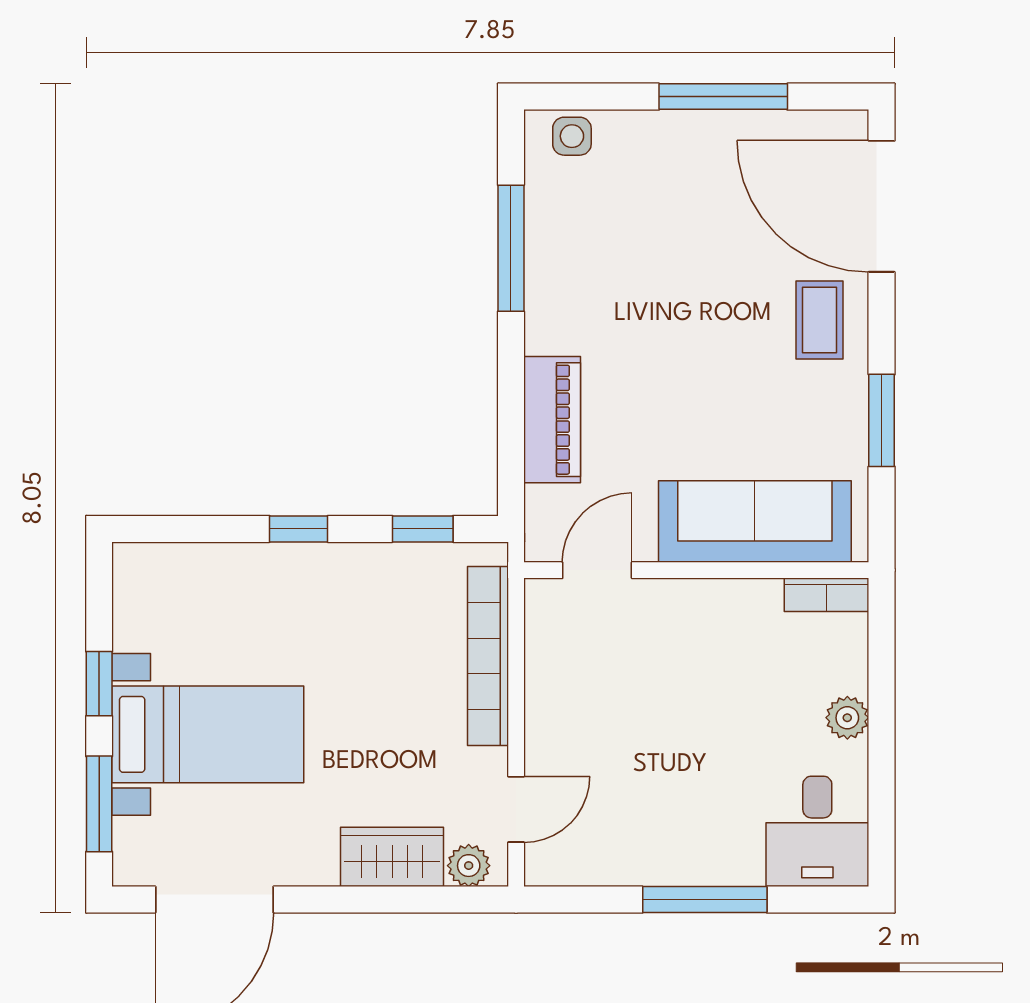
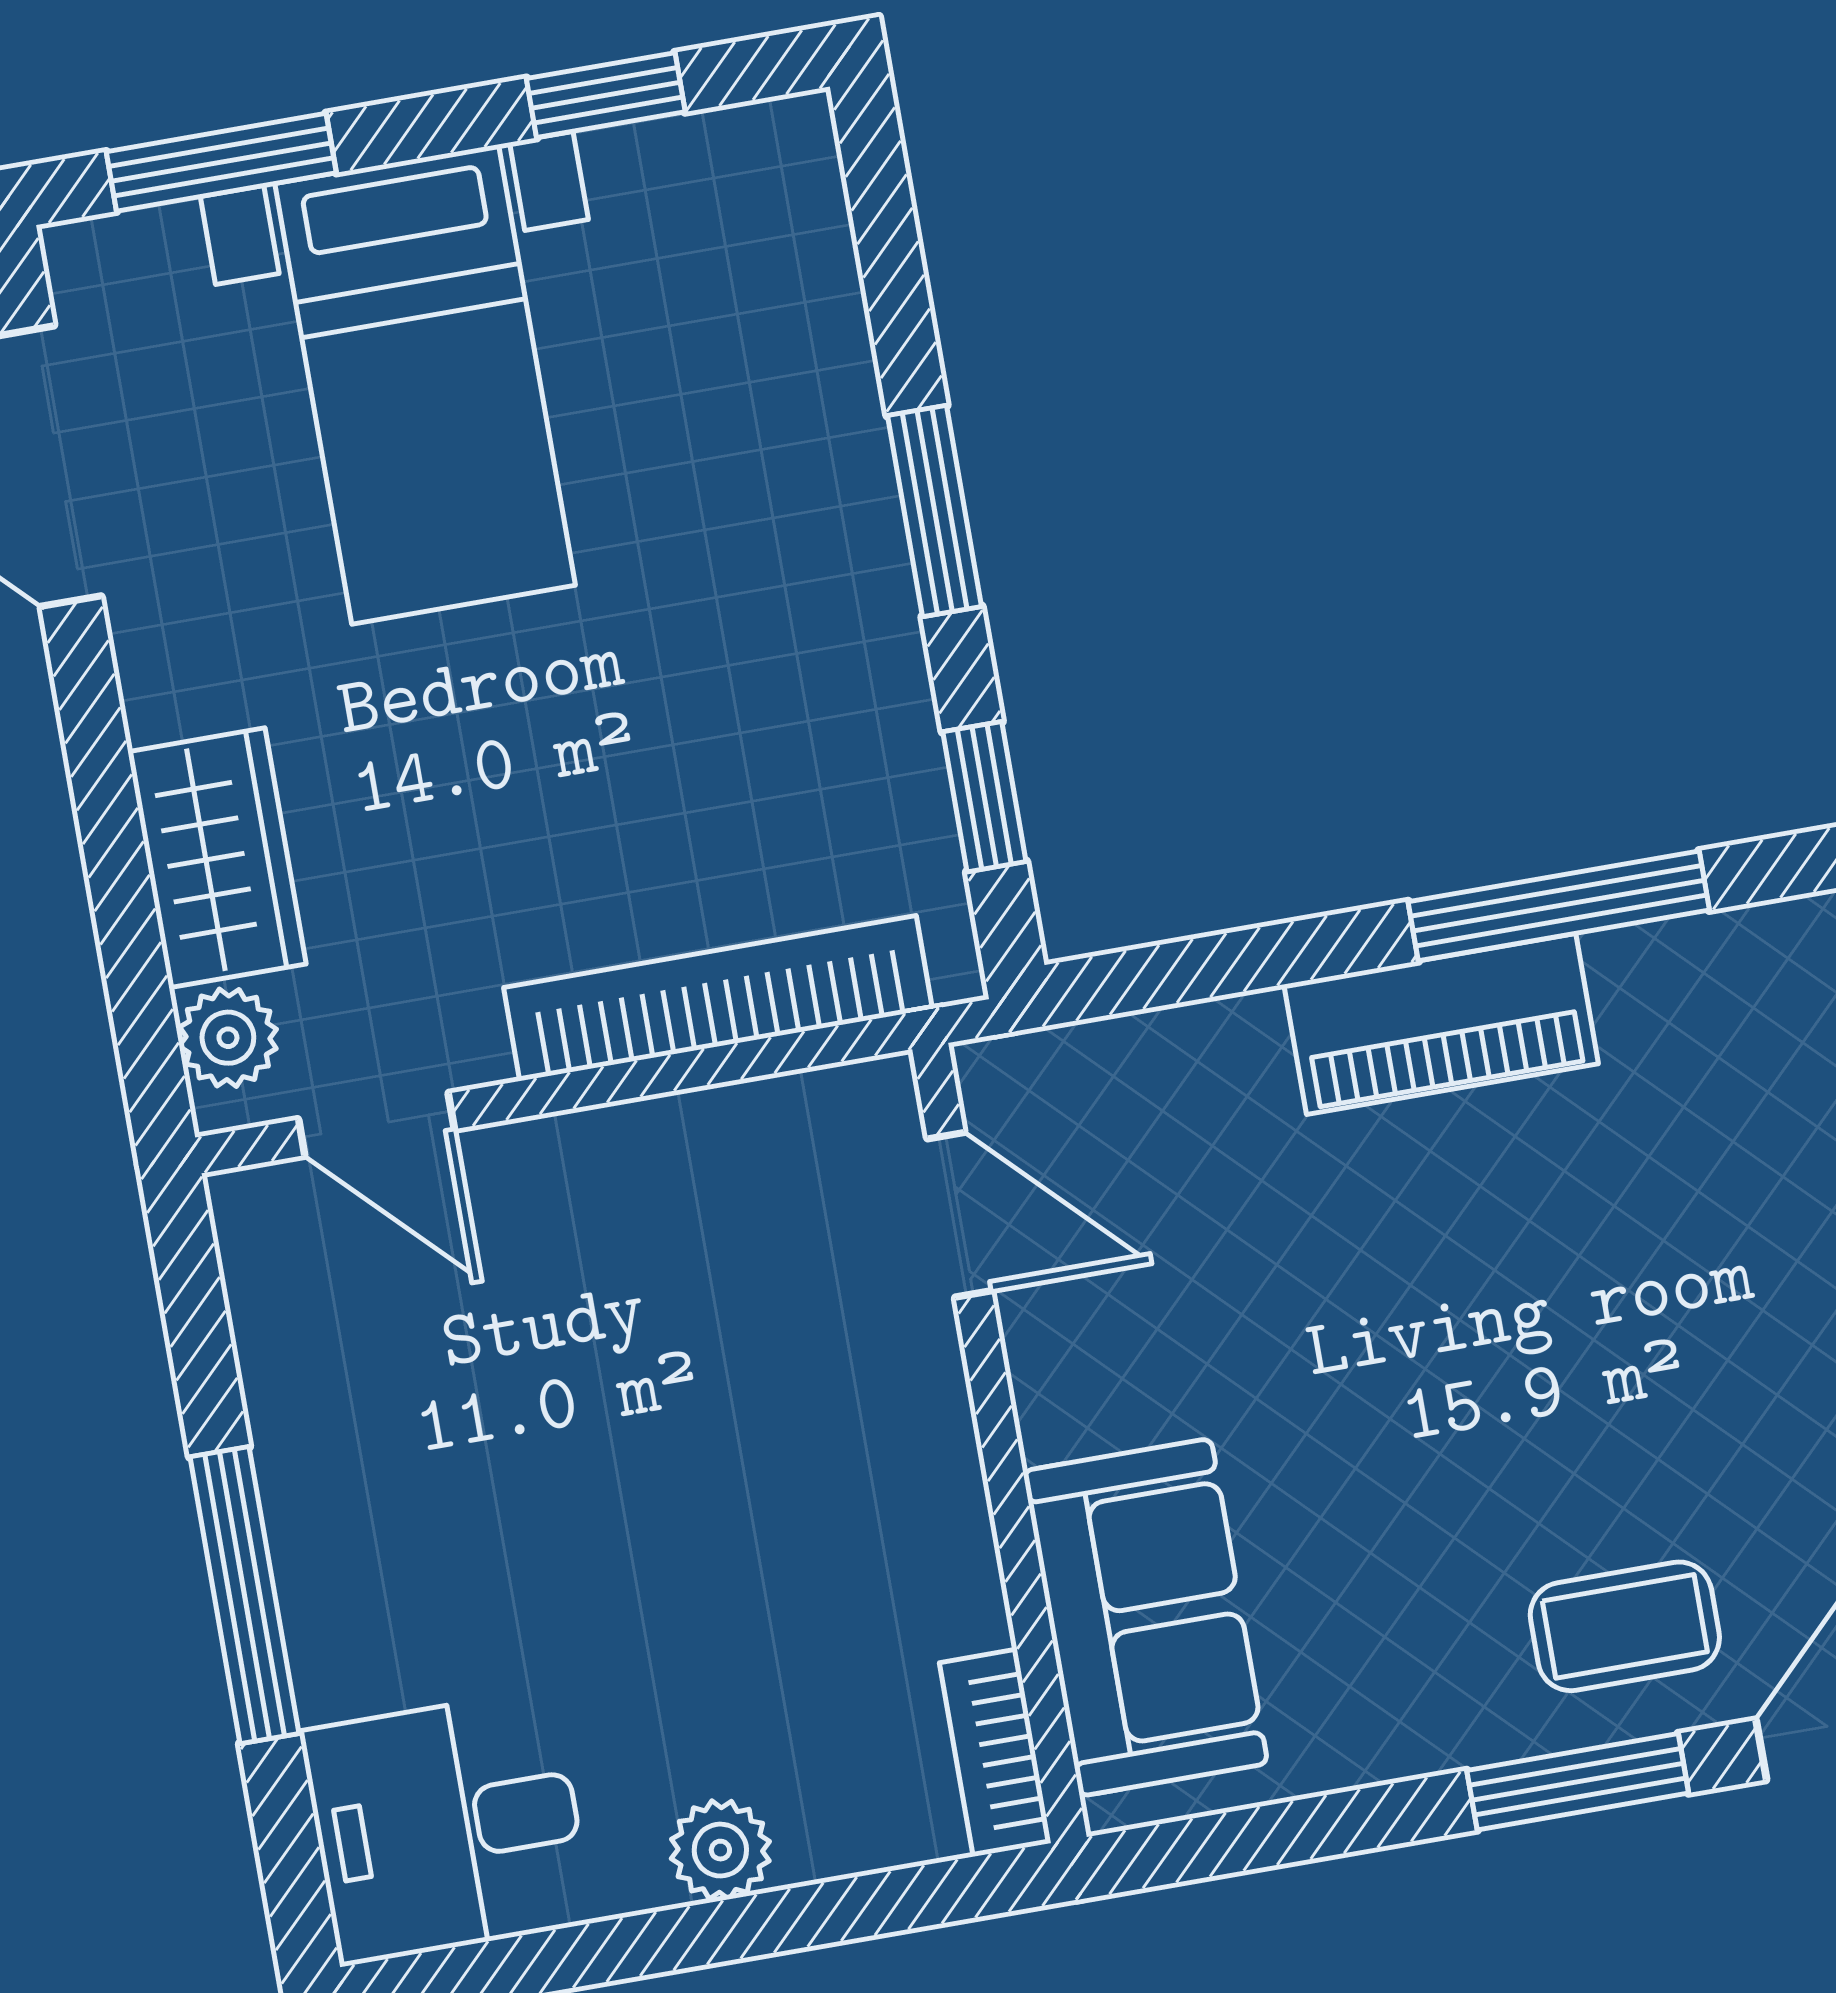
window: (511, 248) -> (1559, 906), moved
piano: (552, 420) -> (1441, 1024), moved
window: (882, 420) -> (1578, 1782), moved
sofa: (755, 522) -> (1145, 1617), width x0.73
window: (299, 529) -> (935, 511), width x1.50
window: (99, 684) -> (606, 95), moved

